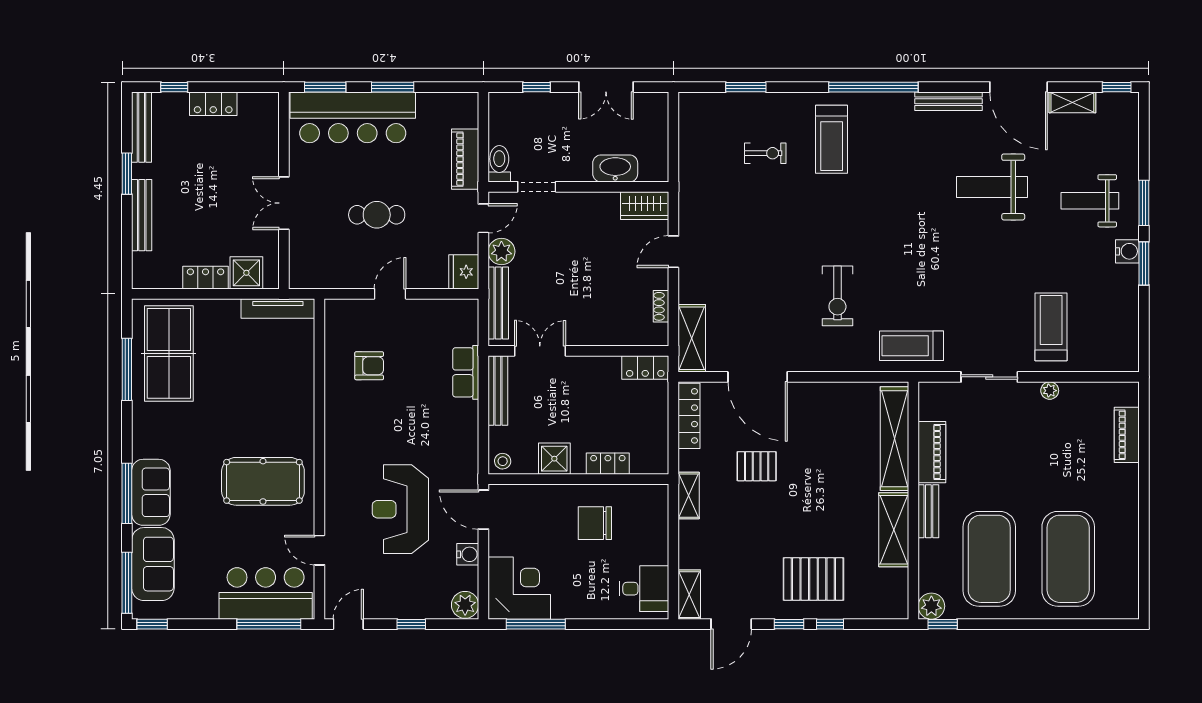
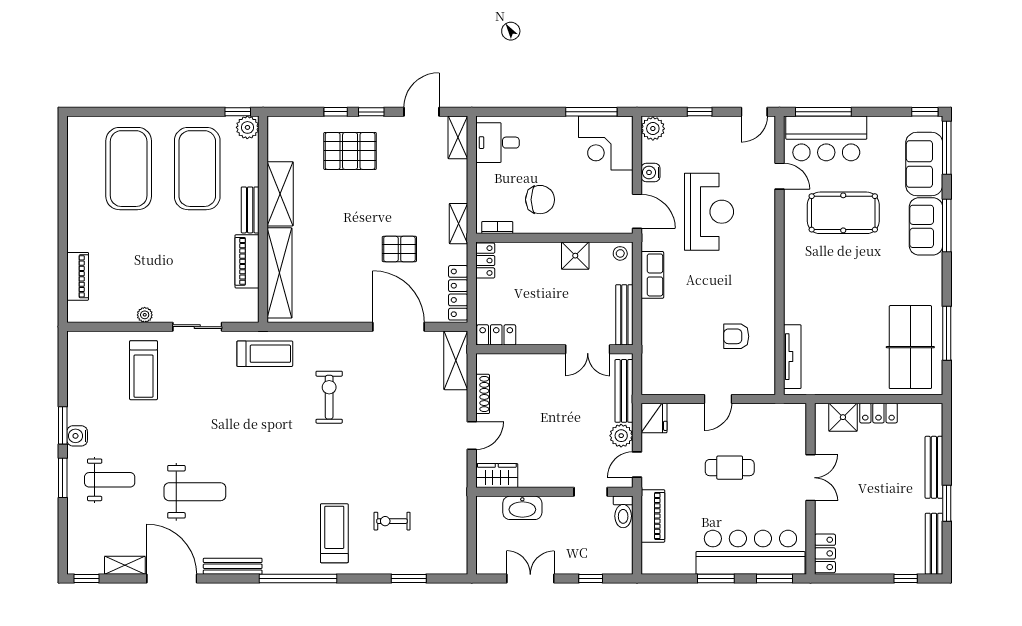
locker: (213, 104) -> (825, 553), moved, turned 90
shoe rack: (661, 306) -> (483, 394), width x1.43
tv unit: (278, 309) -> (792, 357), moved, turned 90
row of seats: (466, 372) -> (652, 275), moved
locker: (608, 464) -> (485, 261), moved, turned -90
pool table: (263, 481) -> (843, 213), moved
bookcase: (644, 491) -> (497, 228), added

